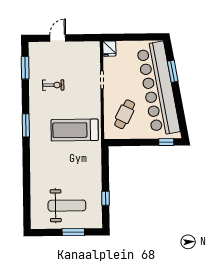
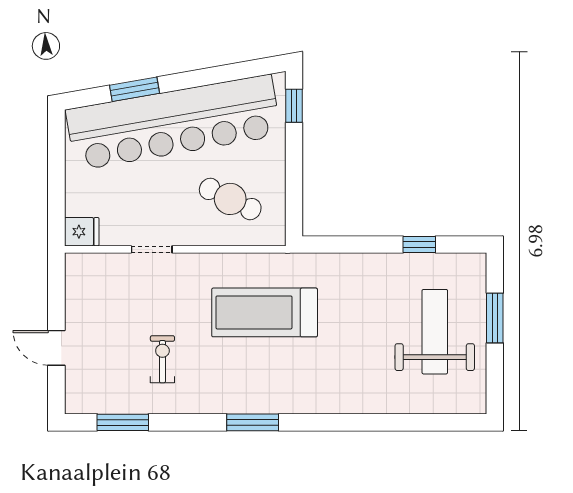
treadmill: (75, 130) -> (265, 312), turned 90

